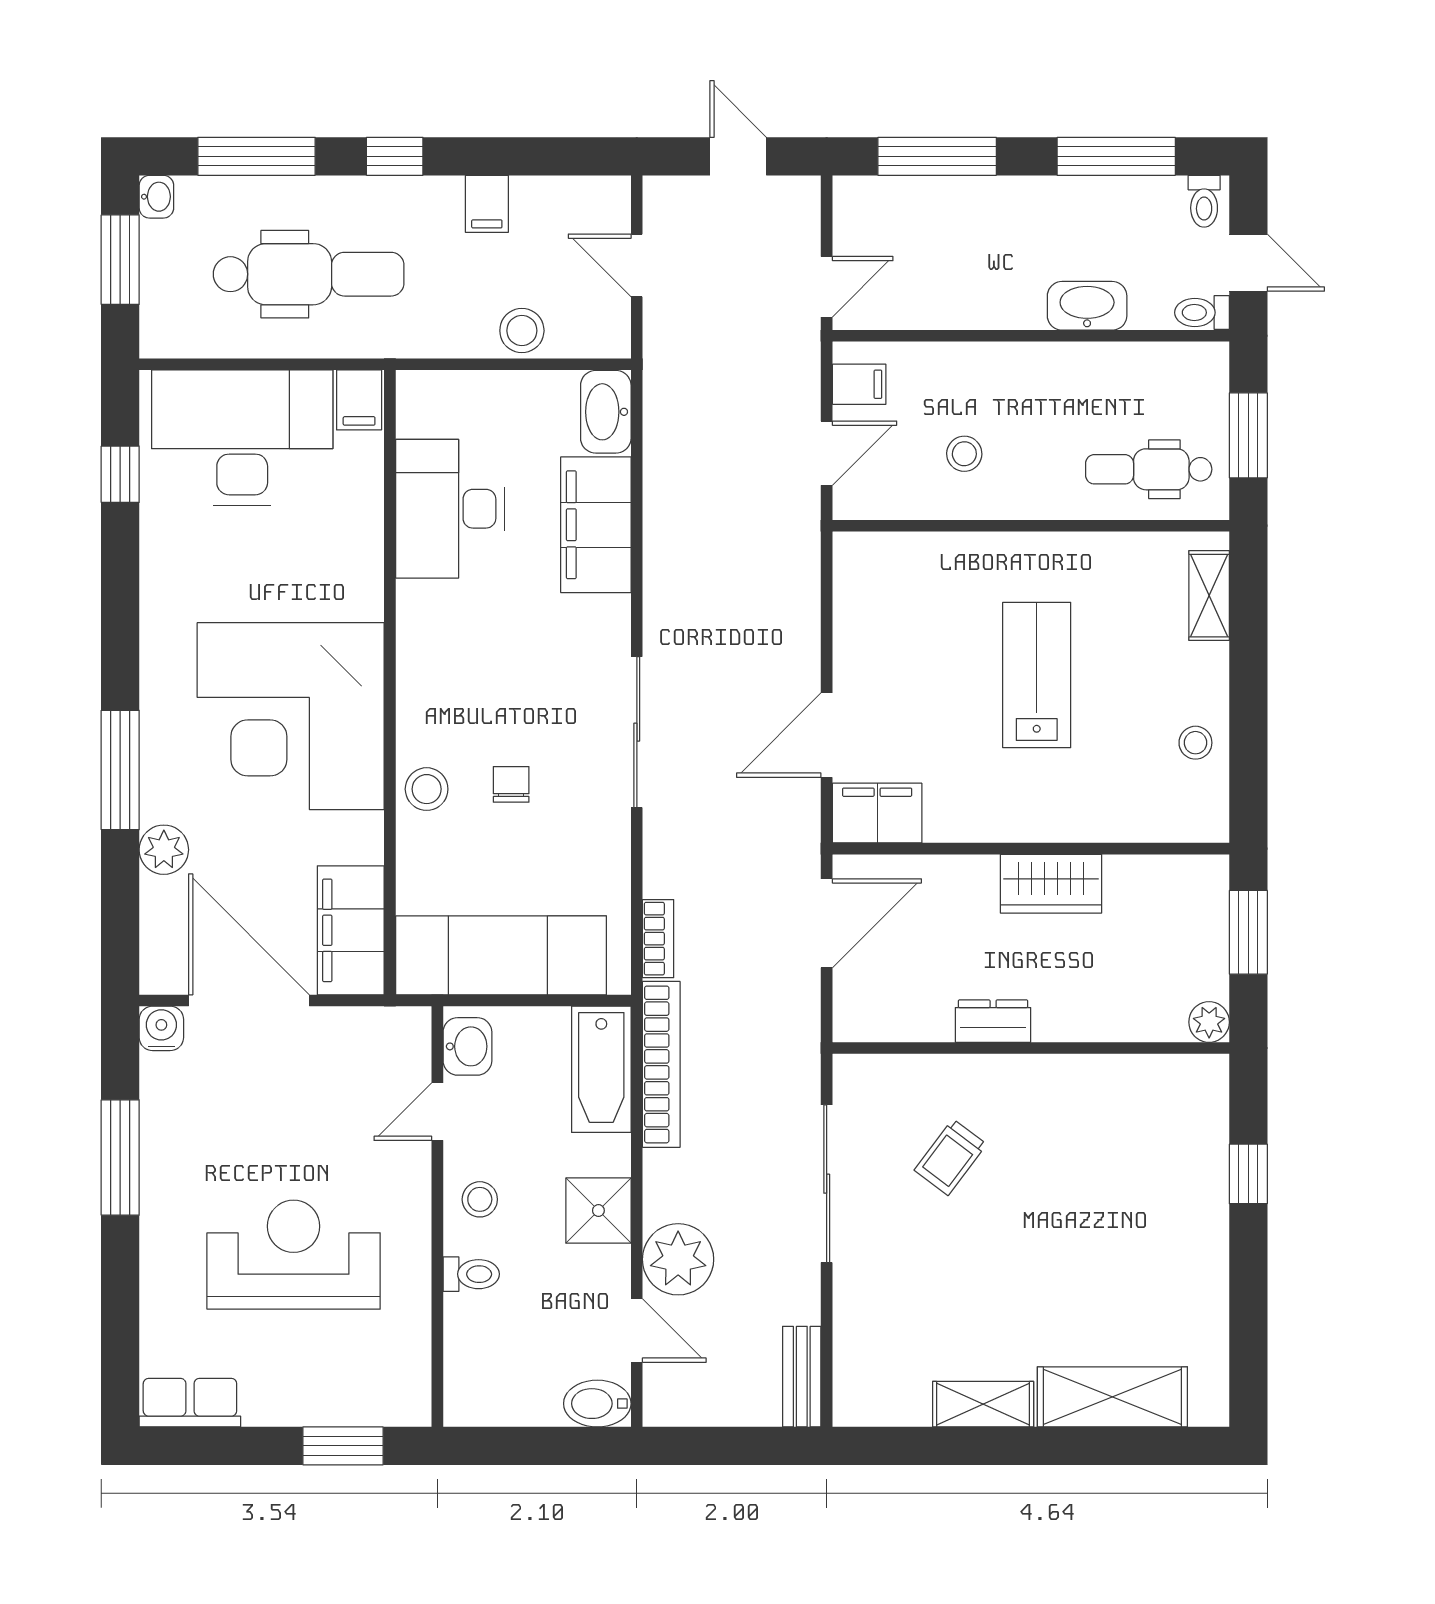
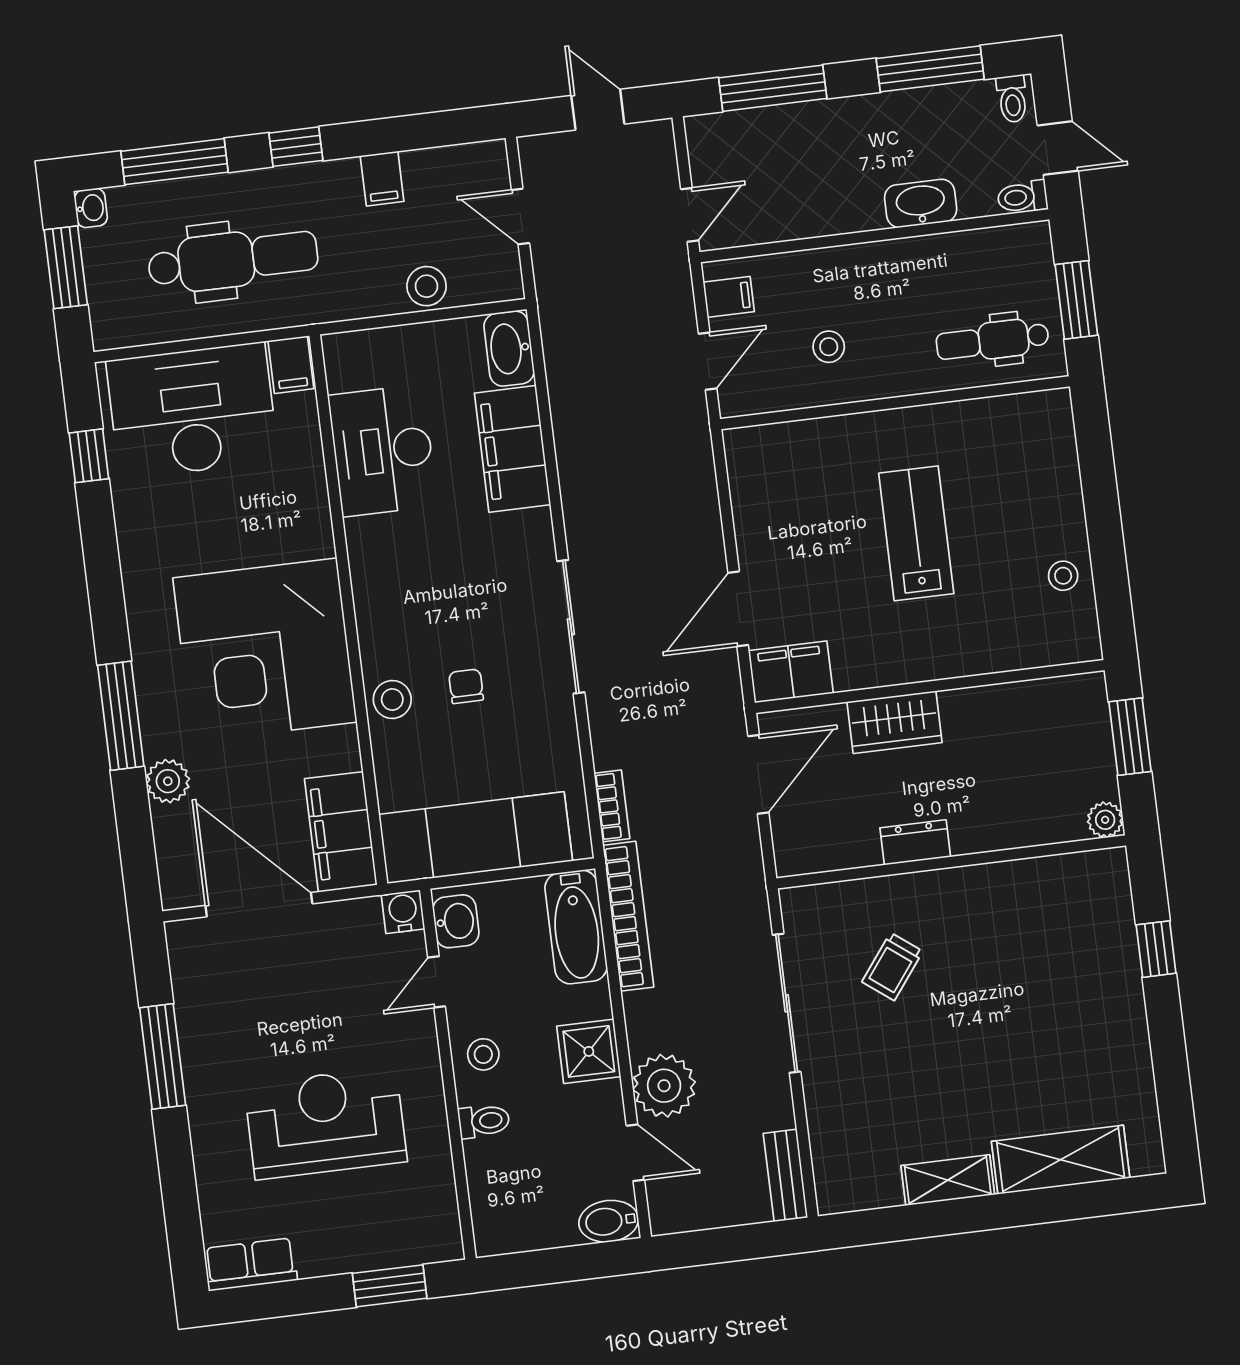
shelving: (1209, 596) -> (1059, 445), removed
wardrobe: (1051, 884) -> (895, 722), moved
water cooler: (161, 1028) -> (403, 912), moved

